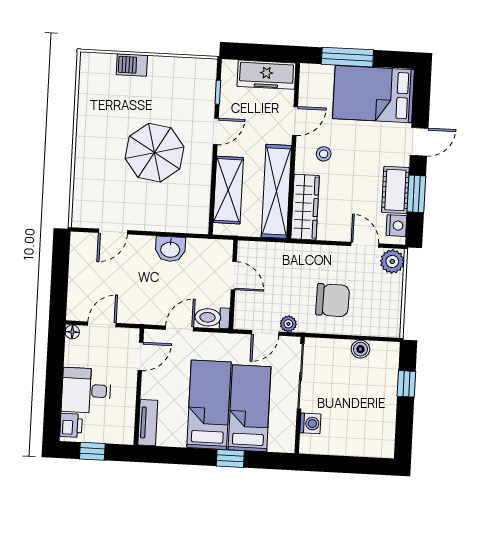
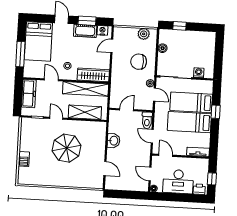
plant: (392, 261) -> (144, 34), moved
chair: (333, 300) -> (139, 62), turned -91
desk: (86, 390) -> (178, 182), width x1.37

